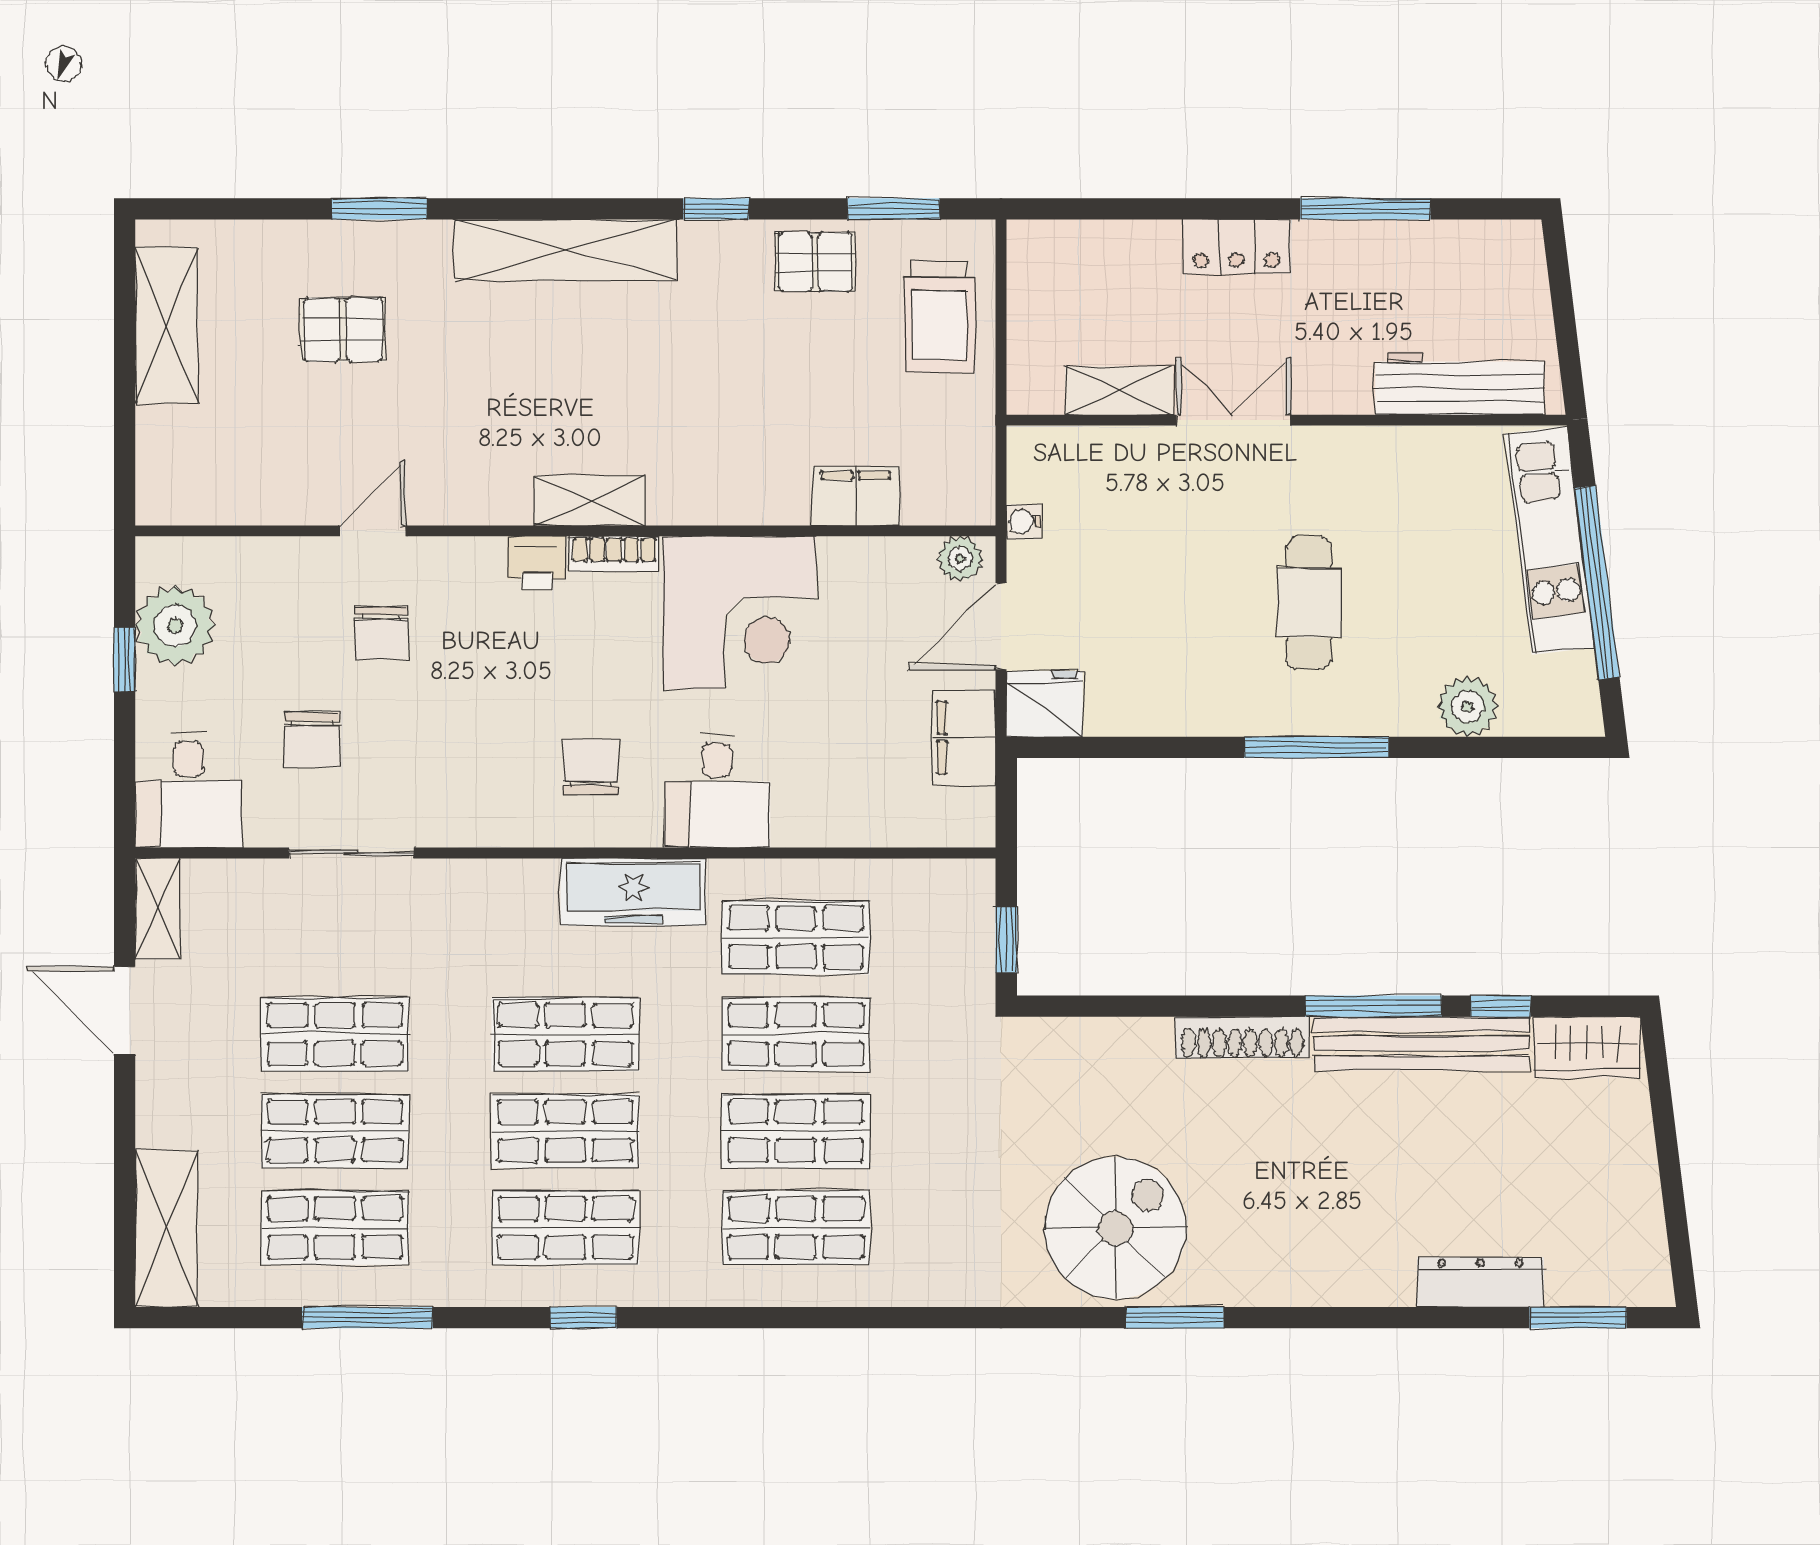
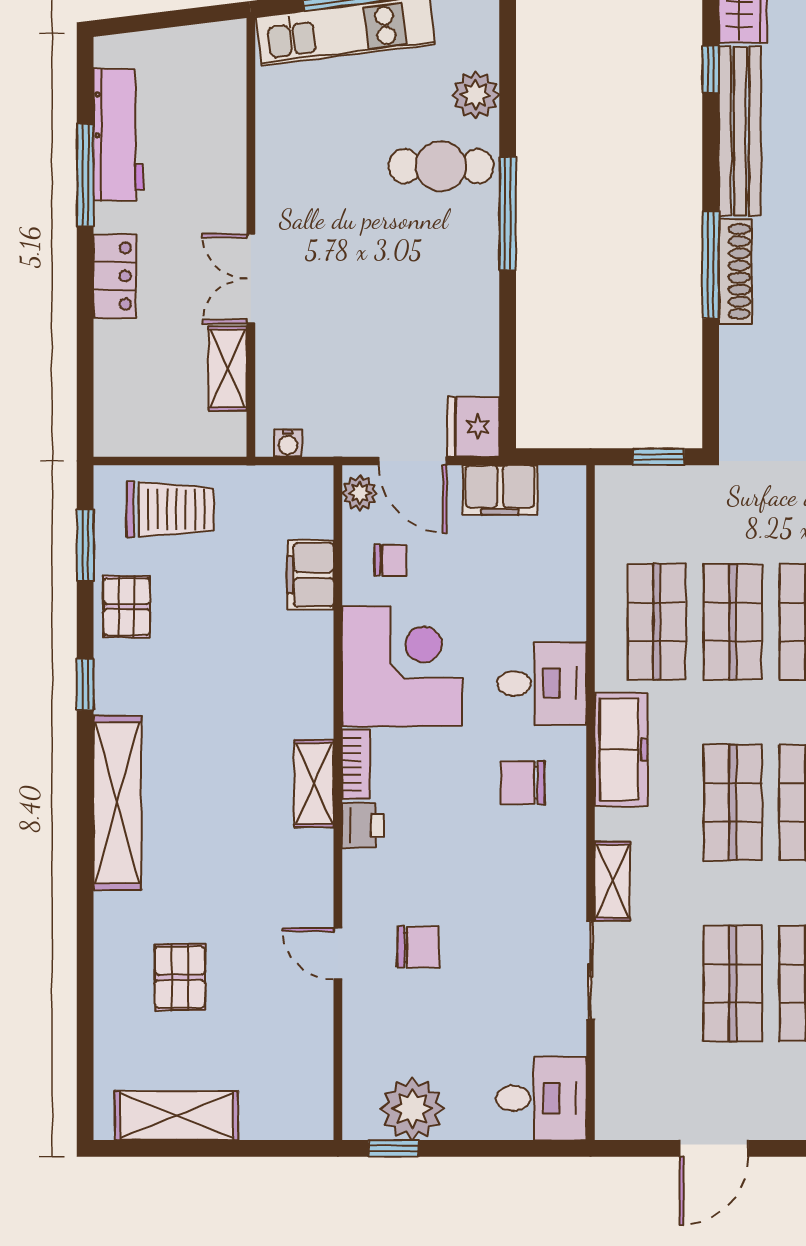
window: (379, 209) -> (85, 949), removed
workbench: (1460, 383) -> (118, 135), moved, turned 180
water cooler: (1024, 522) -> (288, 443), moved
cafe table: (1309, 603) -> (441, 166), moved
window: (125, 660) -> (394, 1148), moved
chair: (312, 740) -> (391, 560), moved, width x0.73, depth x0.73
shelving: (158, 909) -> (612, 881), moved, turned 90
window: (1373, 1006) -> (711, 265), moved

